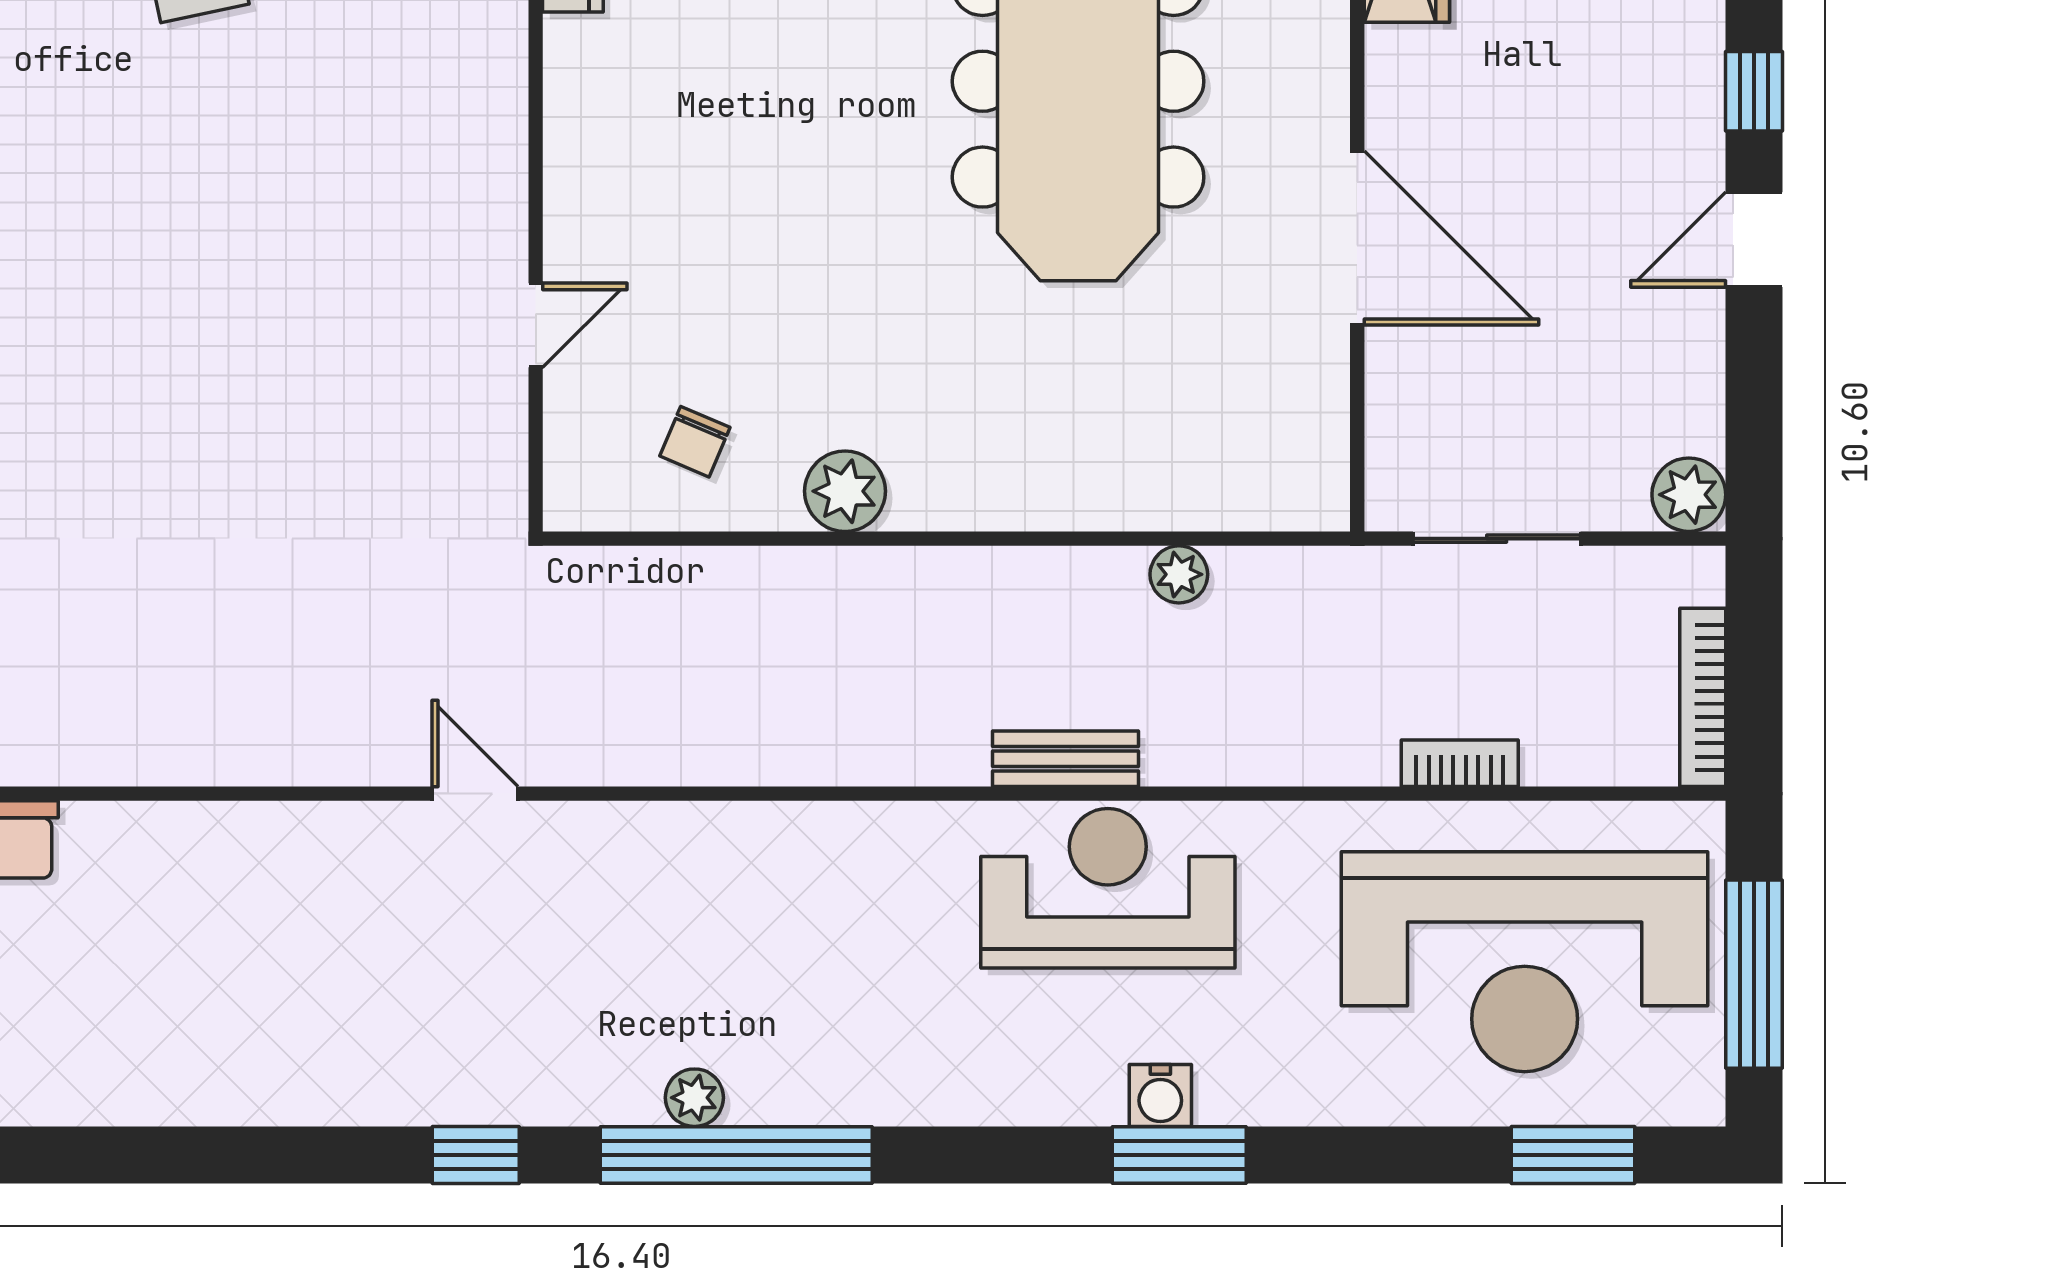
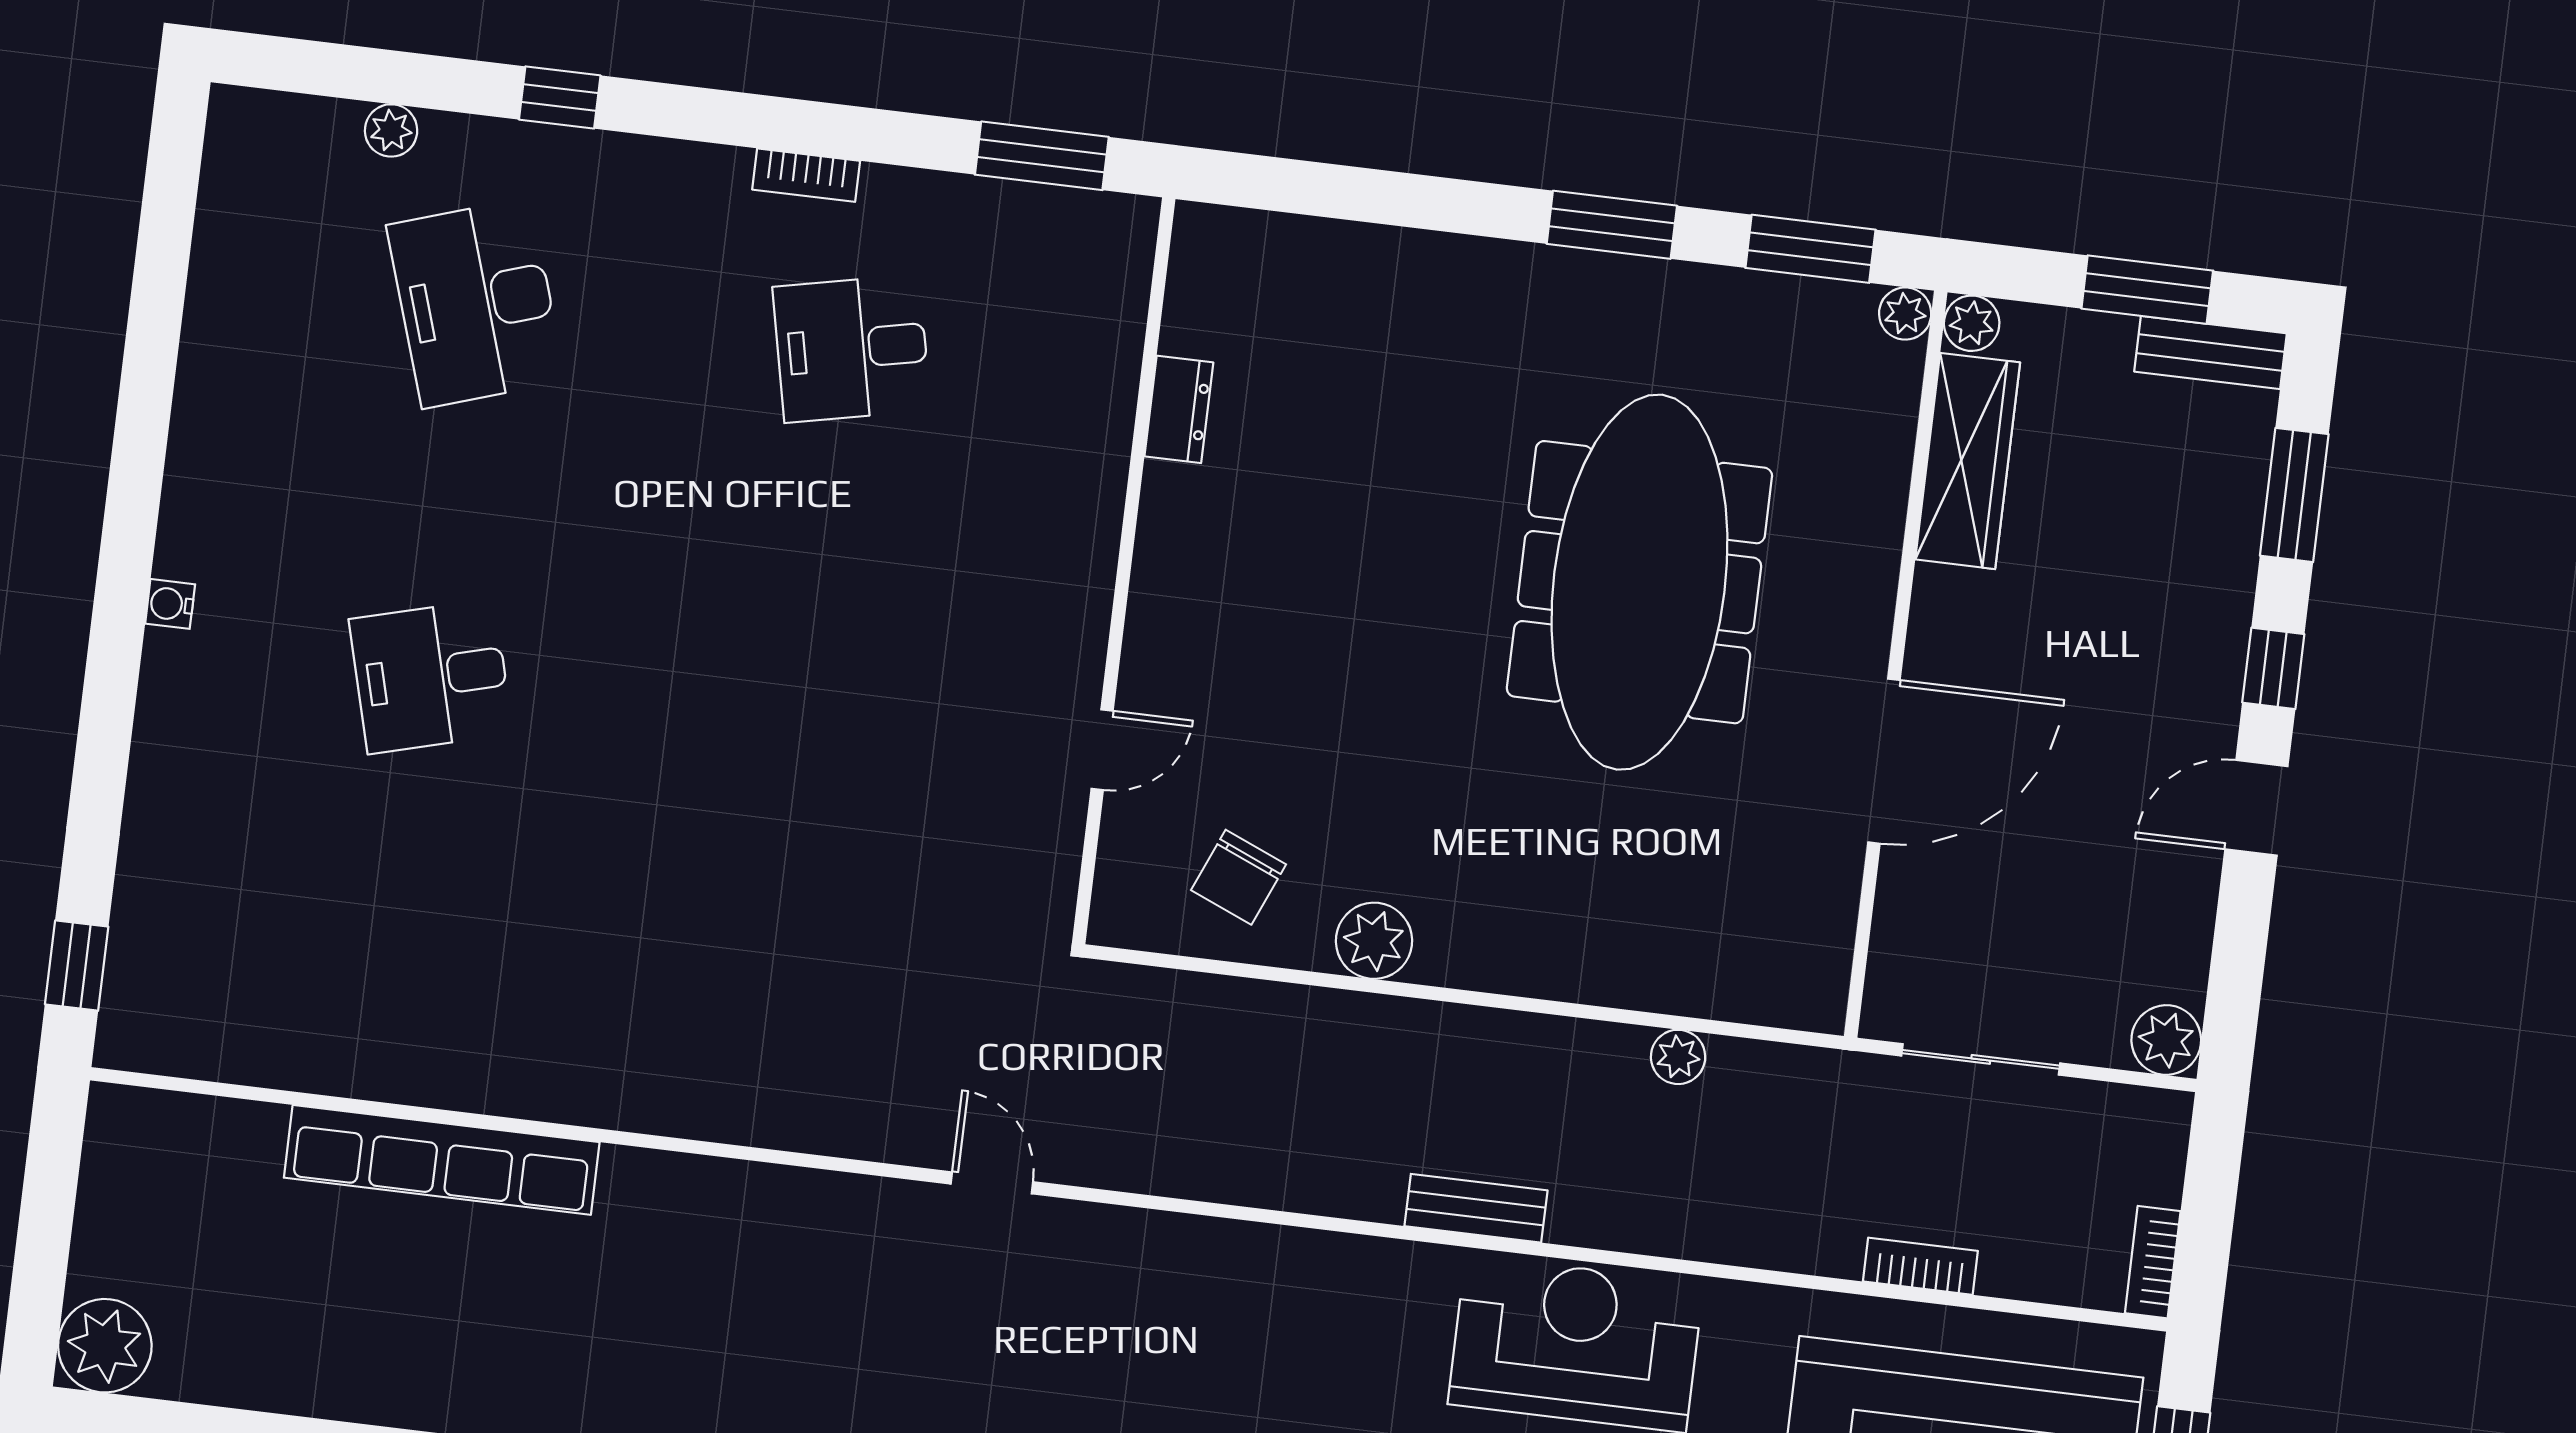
door: (1357, 238) -> (1884, 761), hinge flipped
chair: (695, 442) -> (1239, 877), width x1.37, depth x1.37
bookcase: (1703, 697) -> (2153, 1262), width x0.64
bench: (1065, 759) -> (1476, 1208), moved

